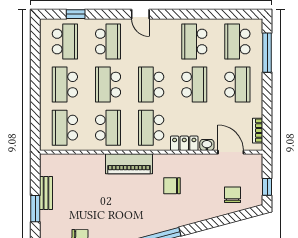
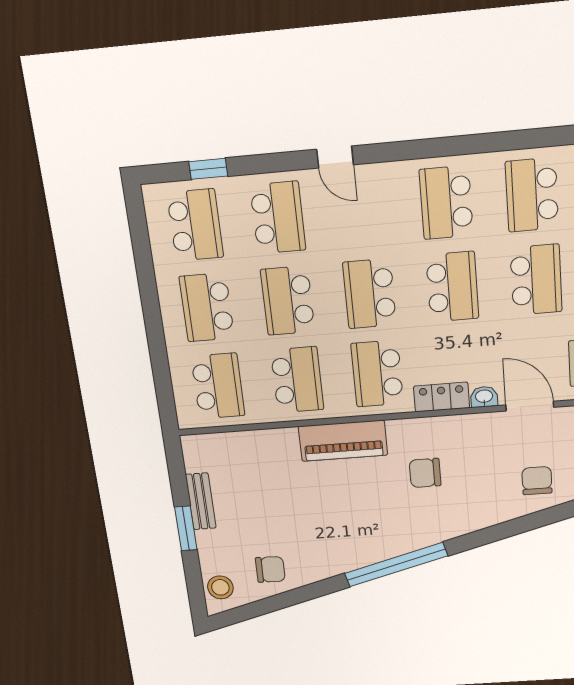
school desk: (65, 128) -> (218, 386), turned 180

